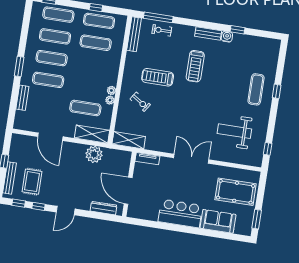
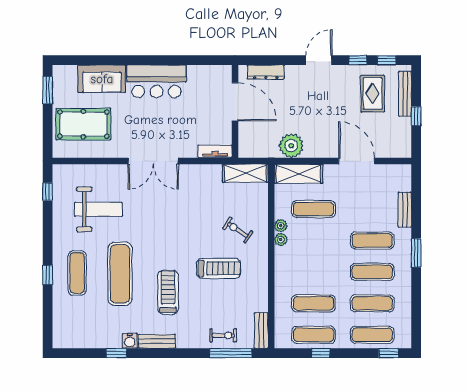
bench: (134, 34) -> (261, 330), width x0.73
exercise mat: (226, 84) -> (120, 274), added

